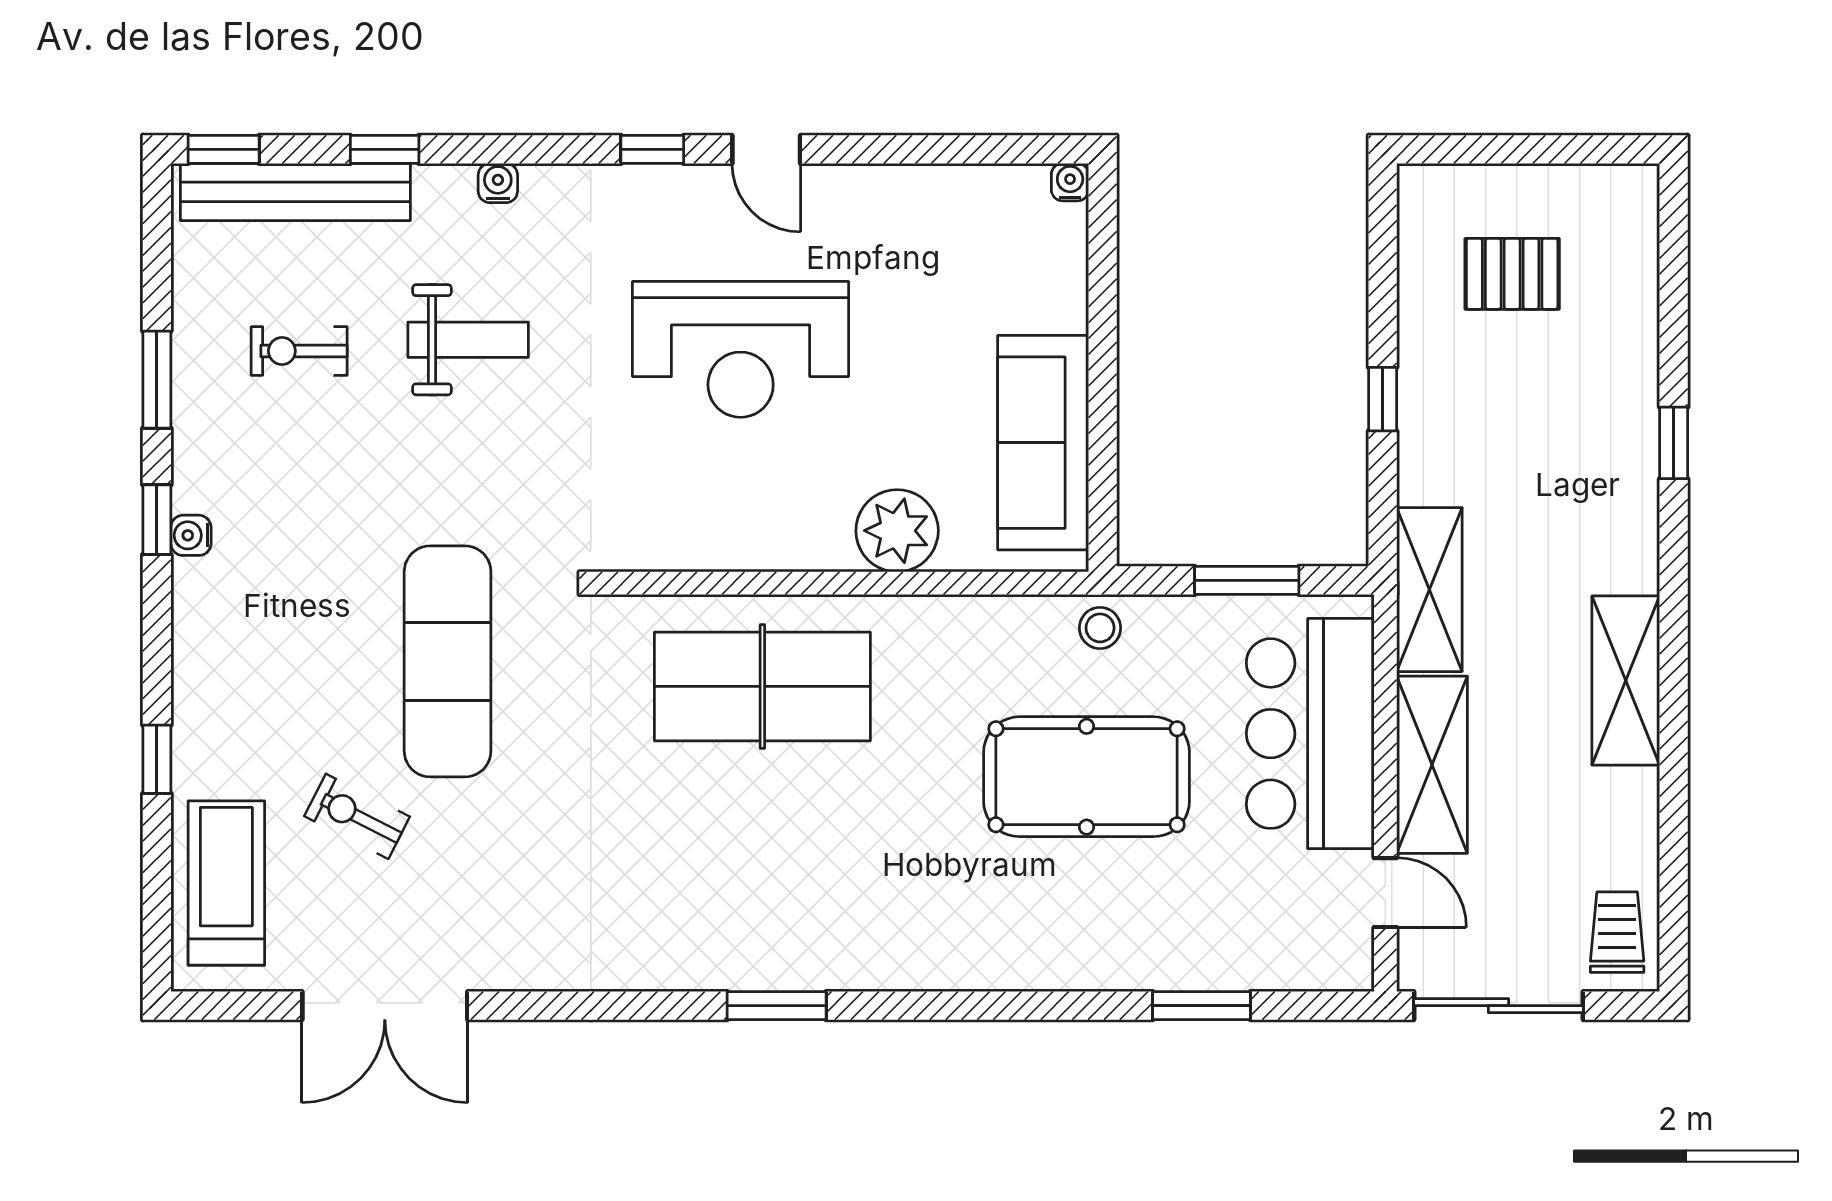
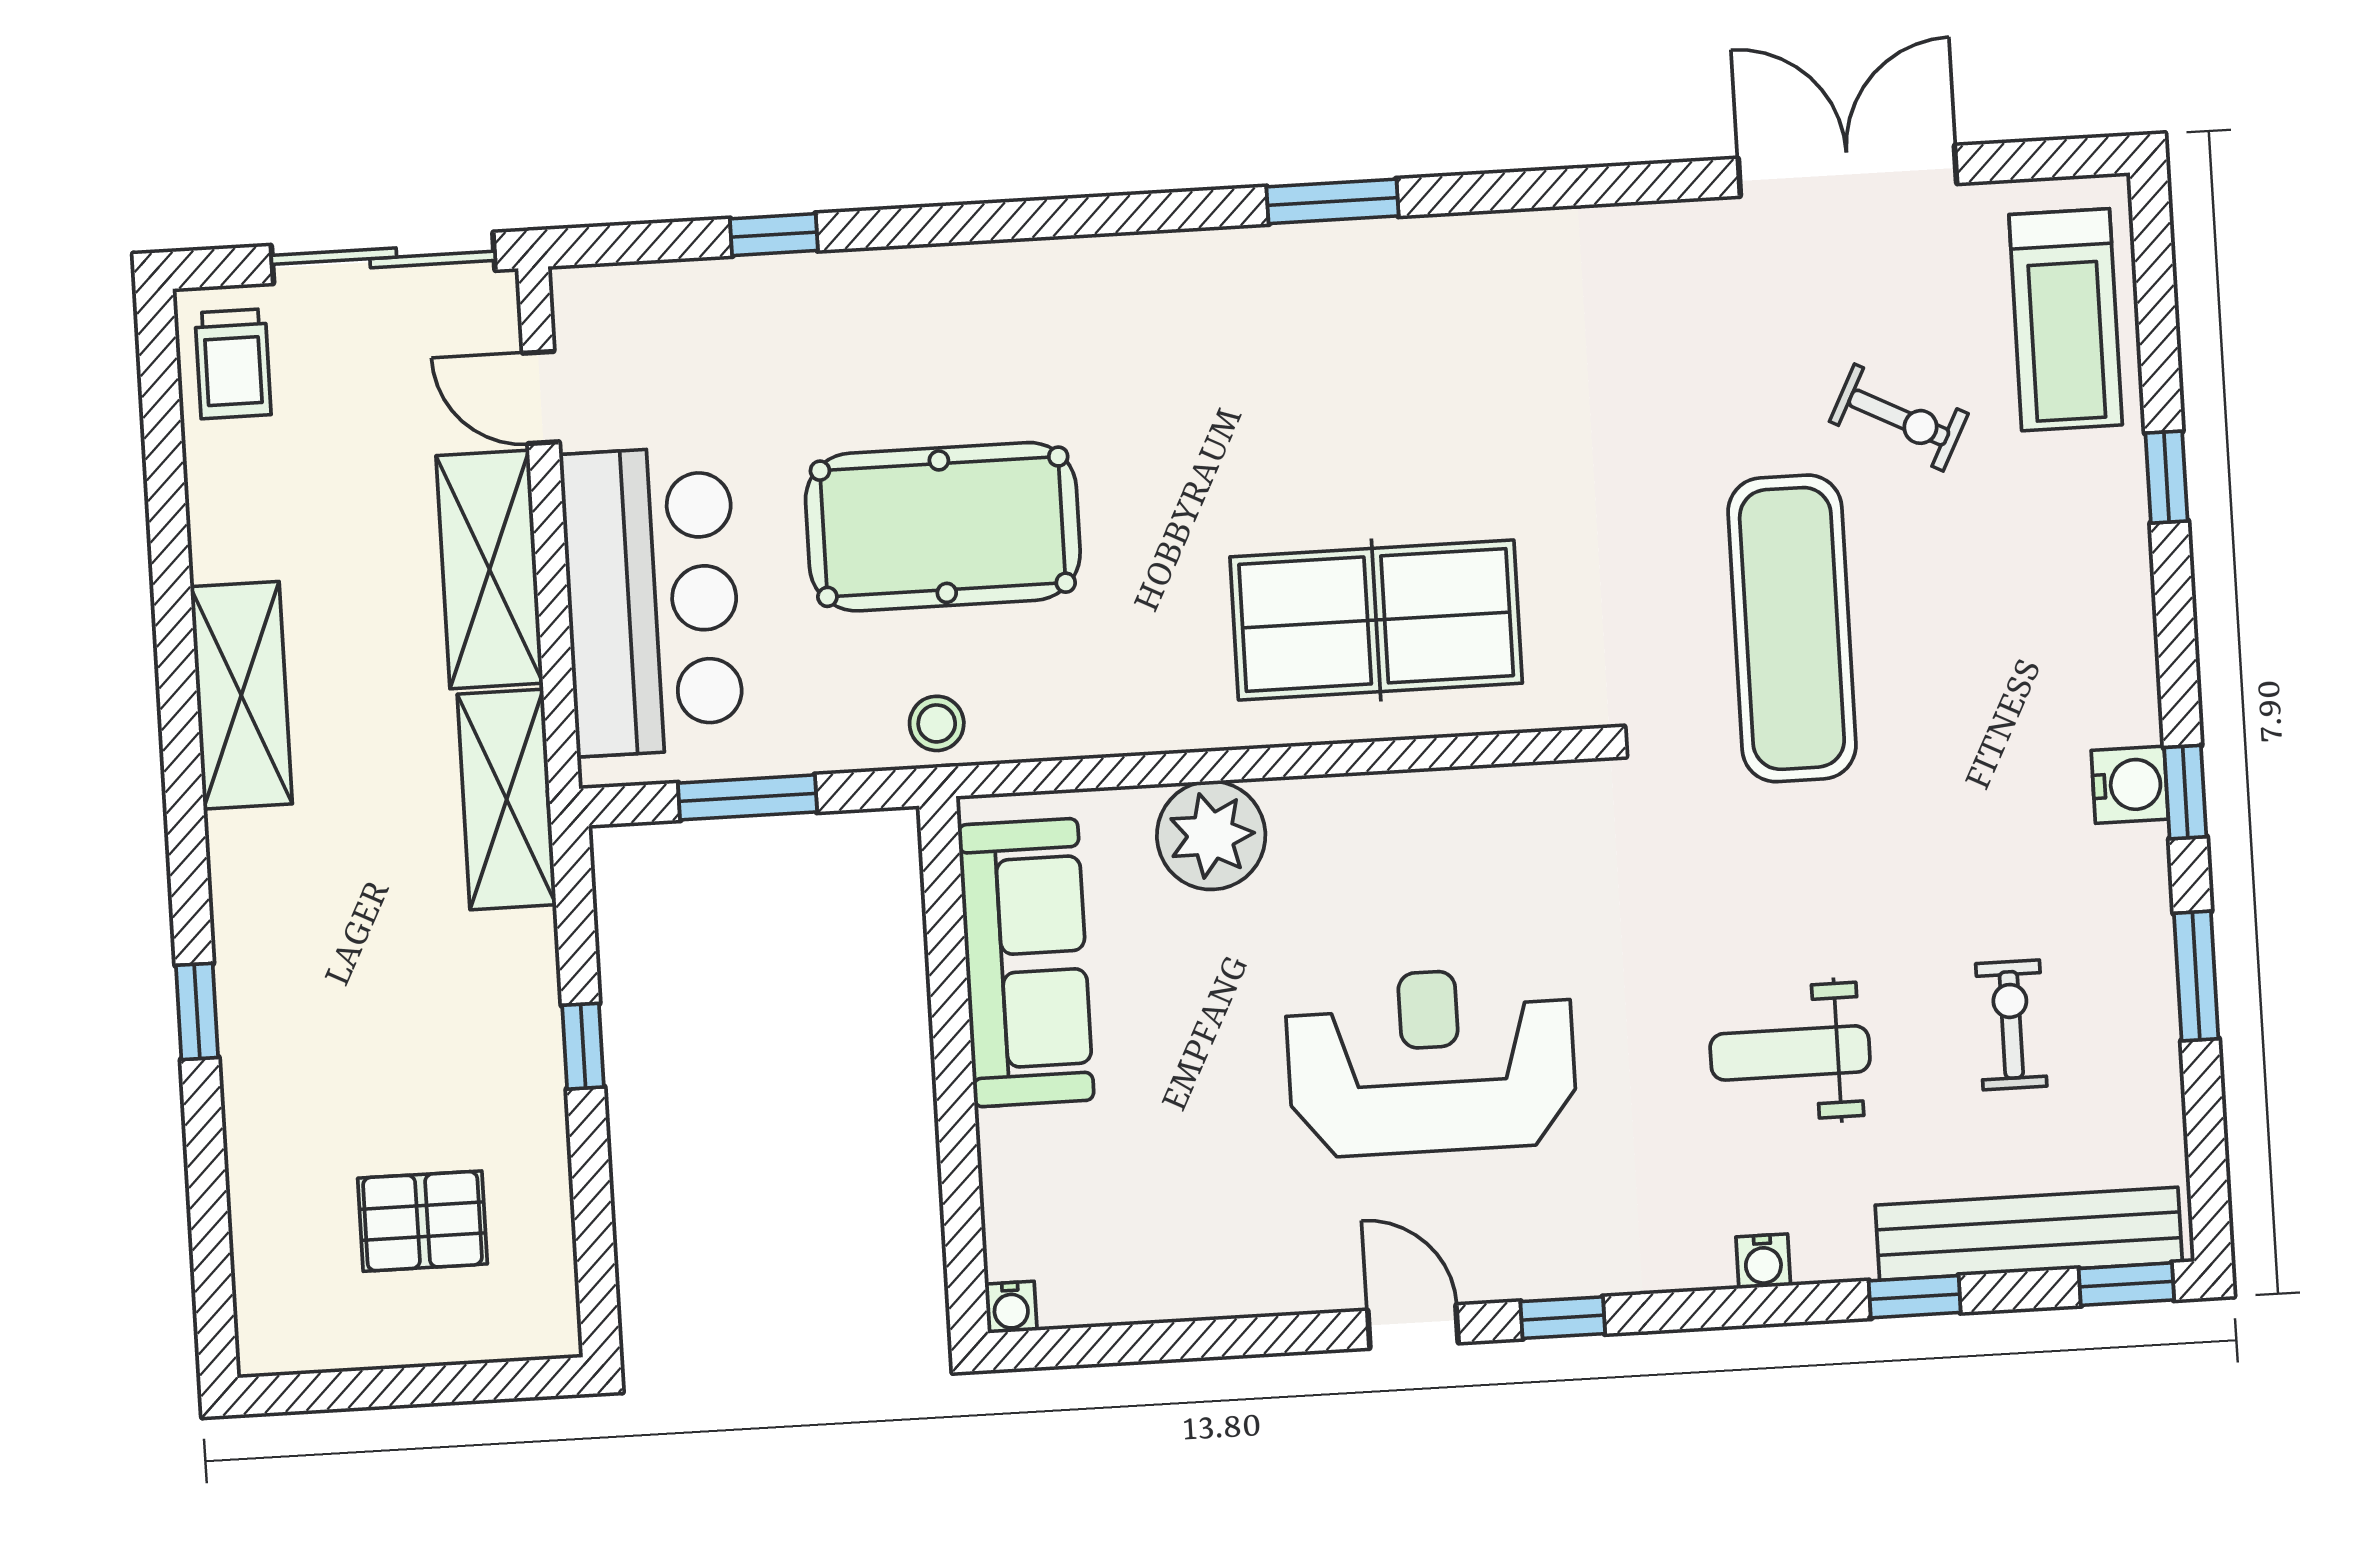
exercise bike: (299, 351) -> (2011, 1025), turned -90
water cooler: (191, 535) -> (2130, 785), width x1.38, depth x1.38
window: (1201, 1006) -> (774, 235), width x0.67

